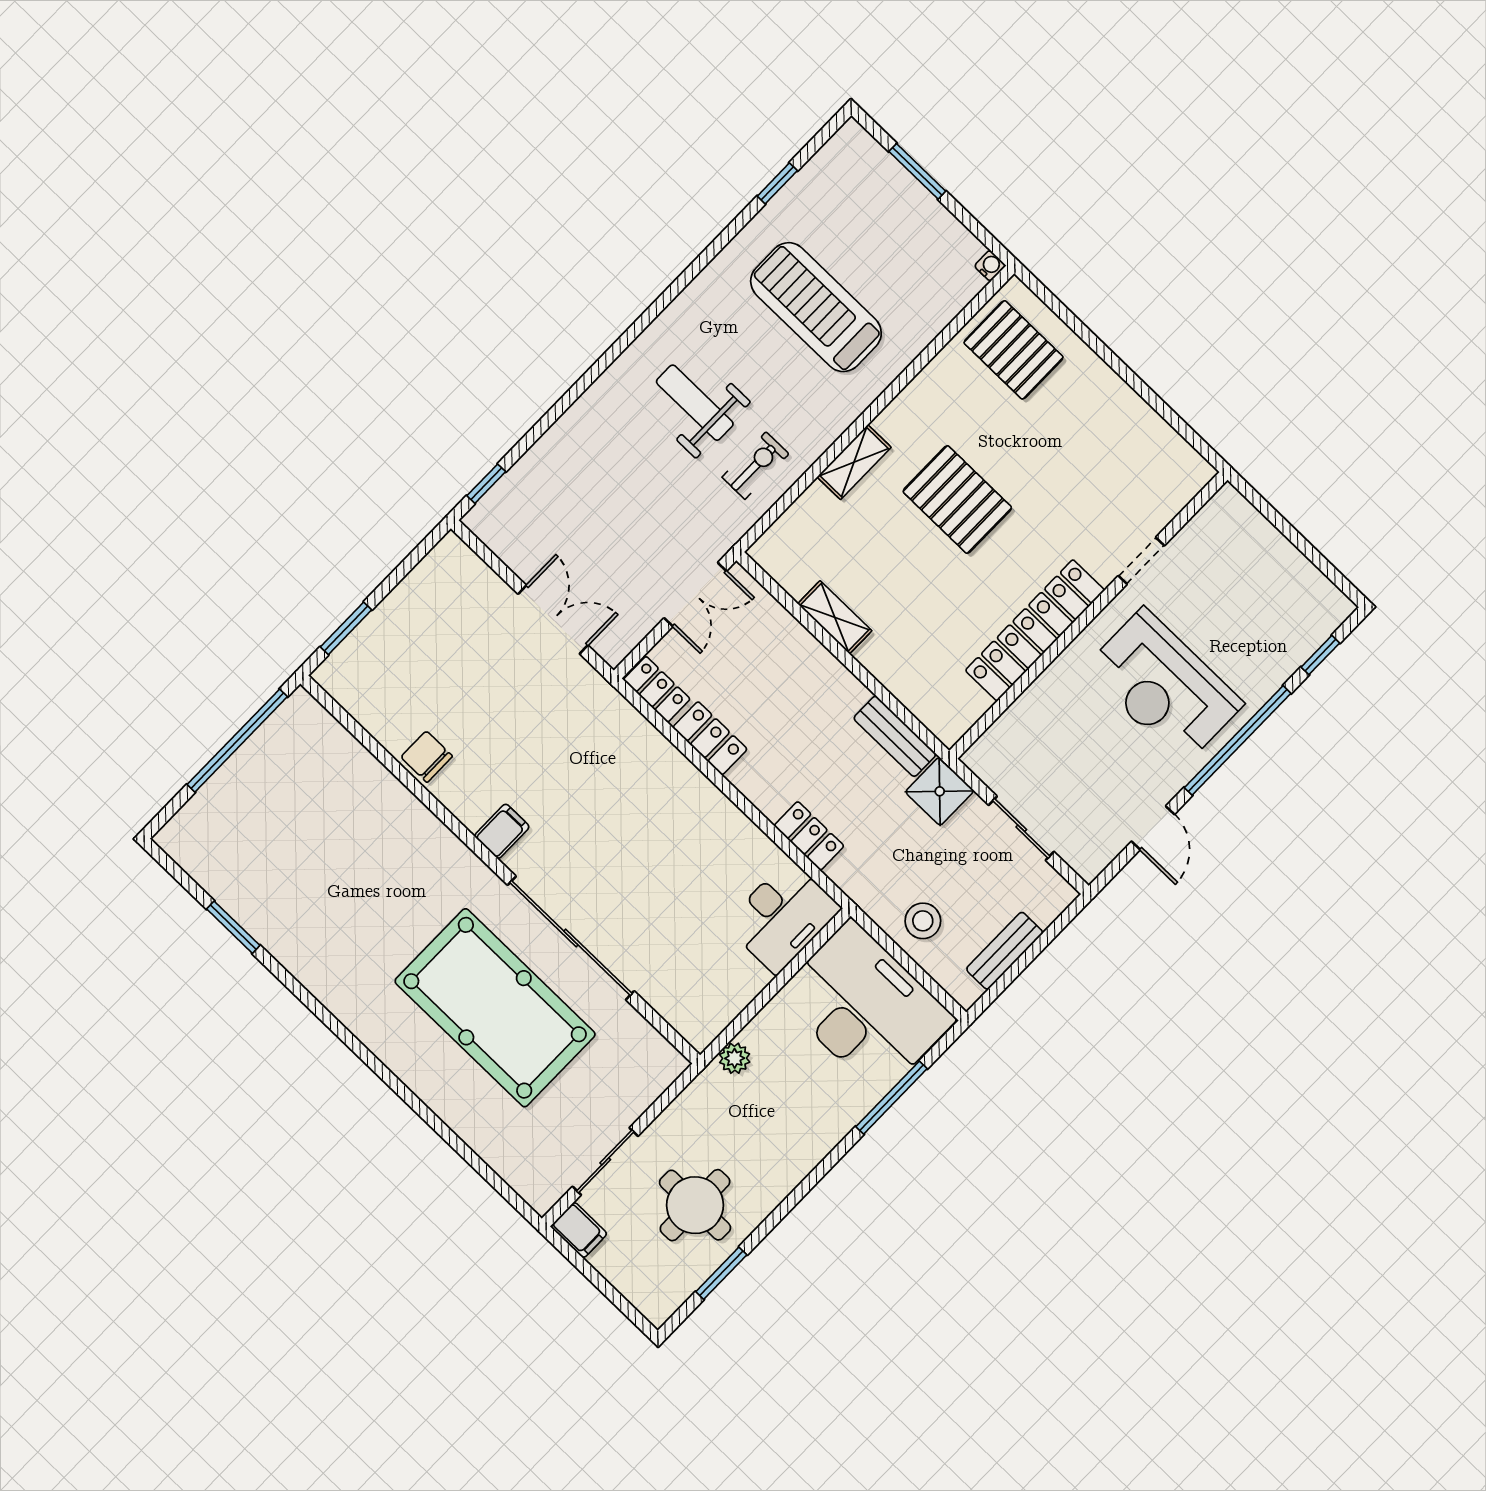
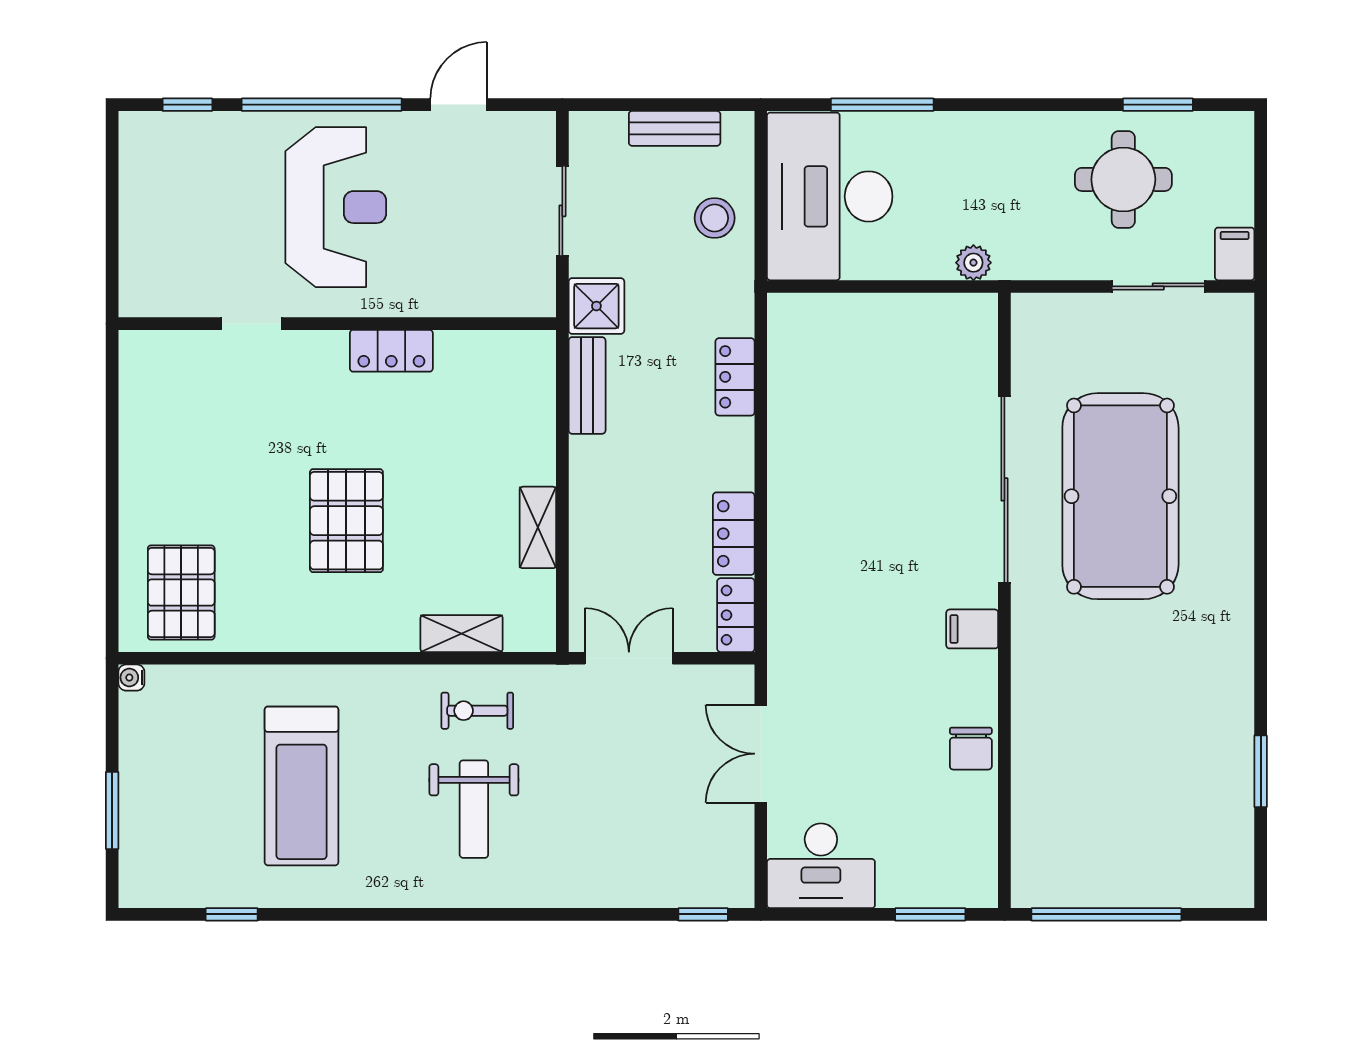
shelving: (854, 462) -> (462, 634), moved
locker: (1035, 630) -> (391, 351), width x0.46, depth x0.83
desk: (783, 916) -> (821, 866), moved, turned 180

